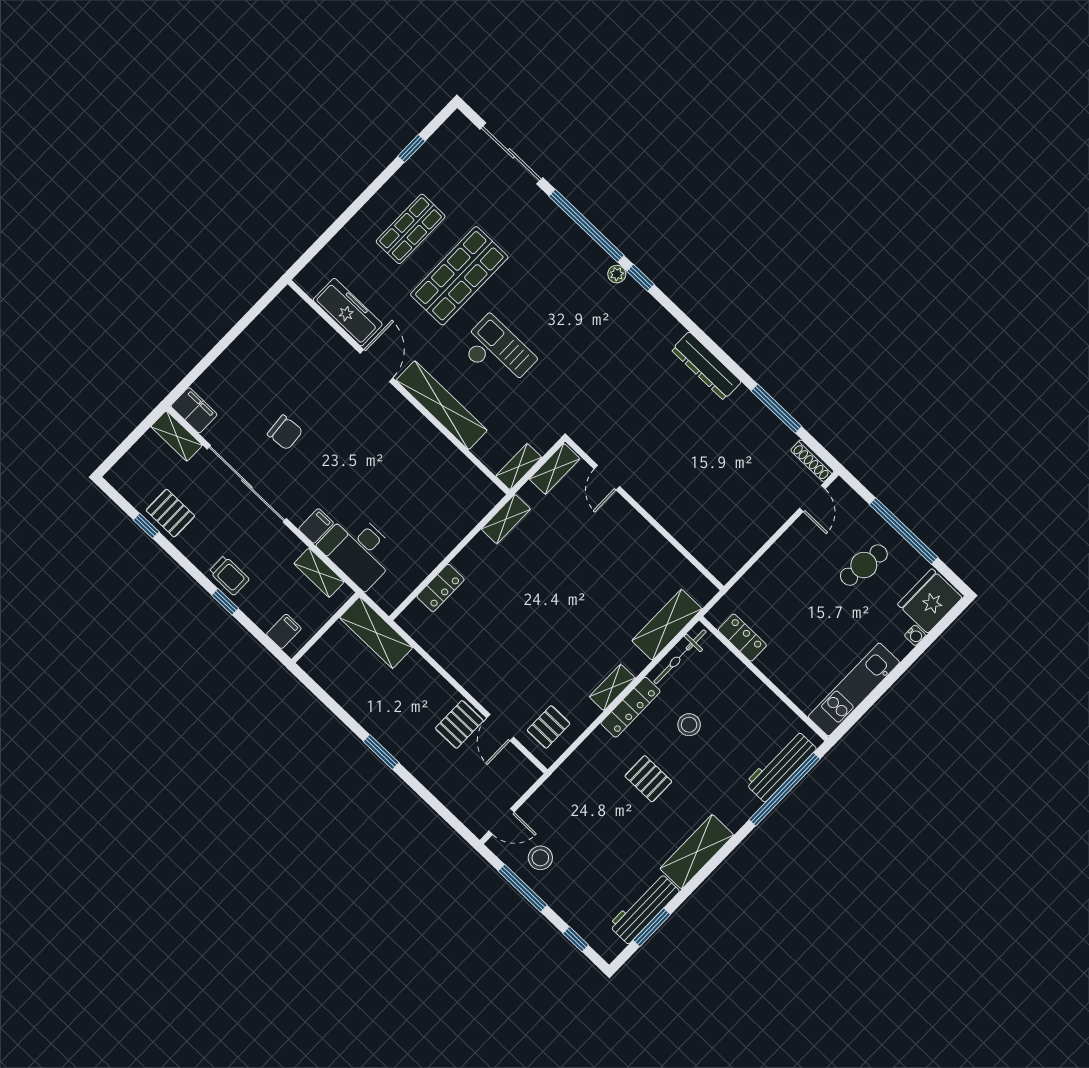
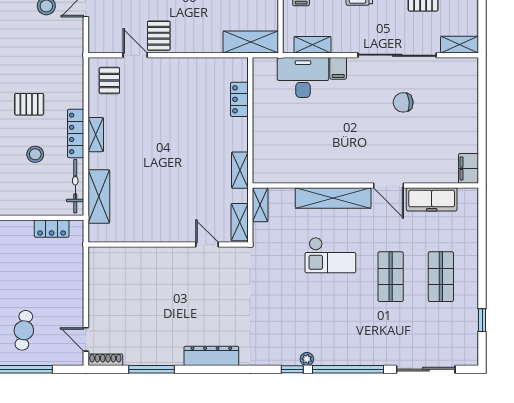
shop shelf: (459, 276) -> (391, 277), width x0.70, depth x0.74
filing cabinet: (194, 410) -> (468, 168), moved, turned 90

